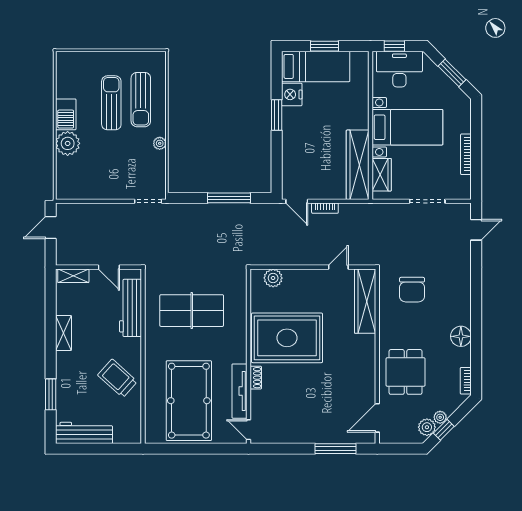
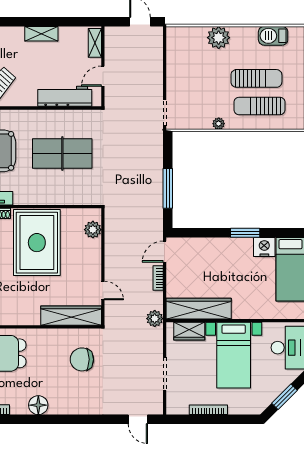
barbecue: (66, 114) -> (273, 36), moved
plant: (368, 212) -> (155, 319), added
table tennis table: (192, 311) -> (62, 153), turned 90

